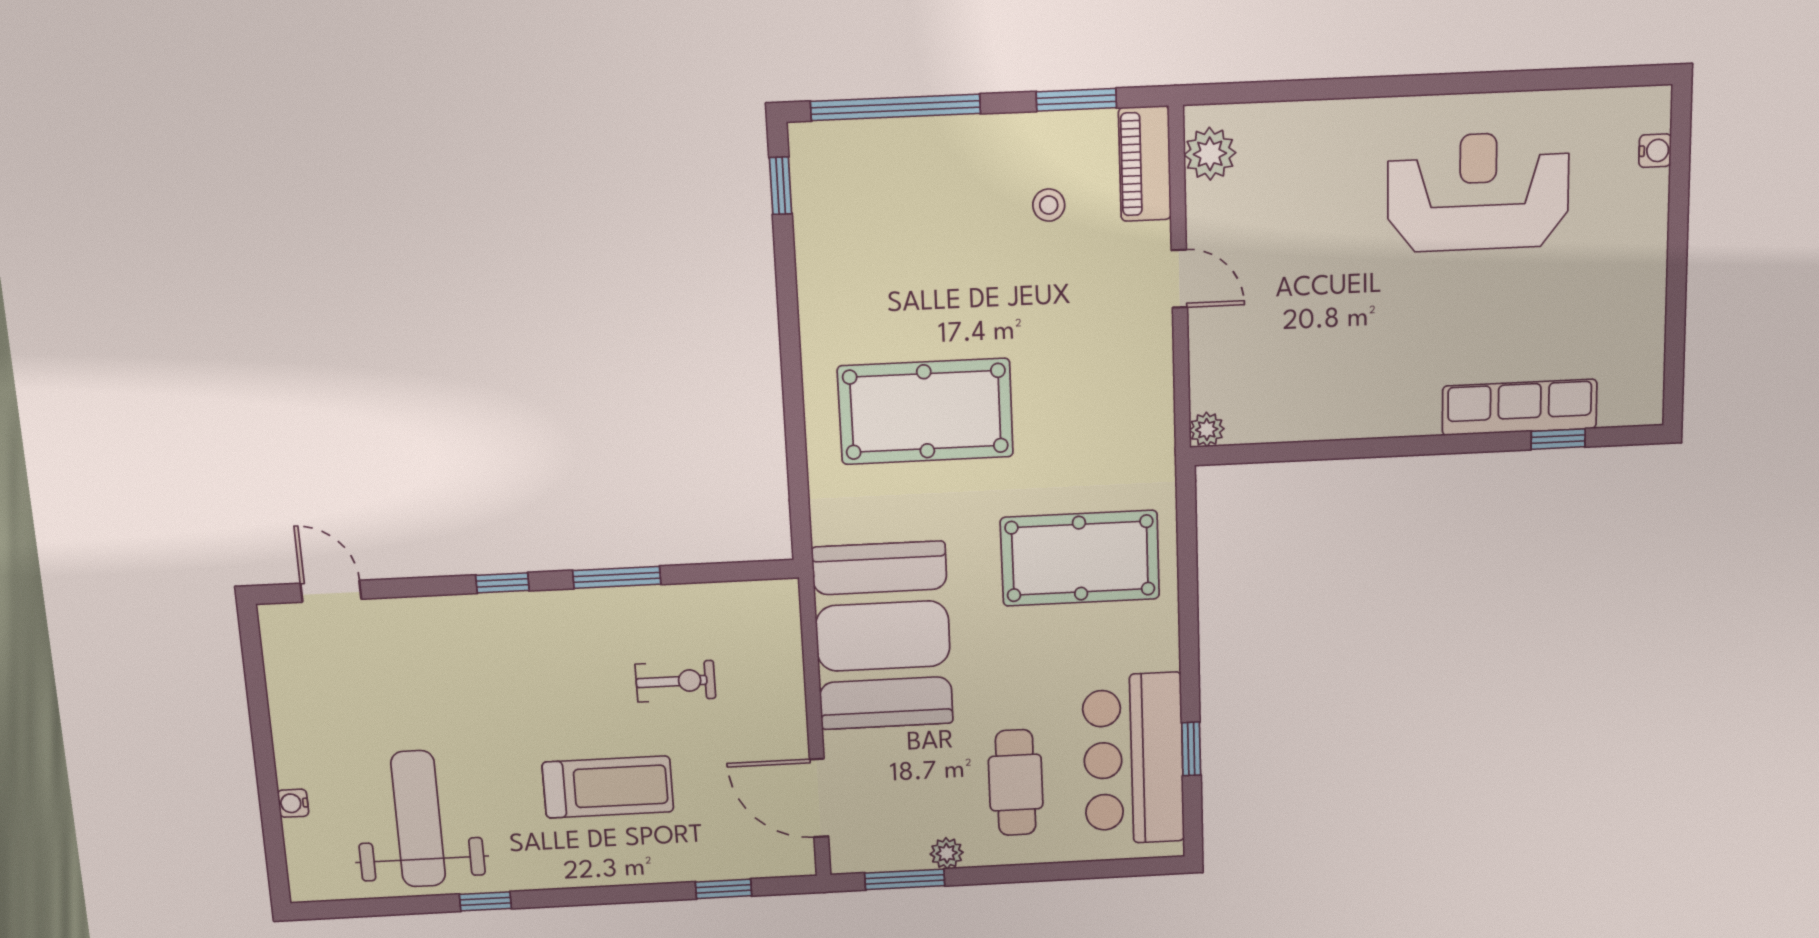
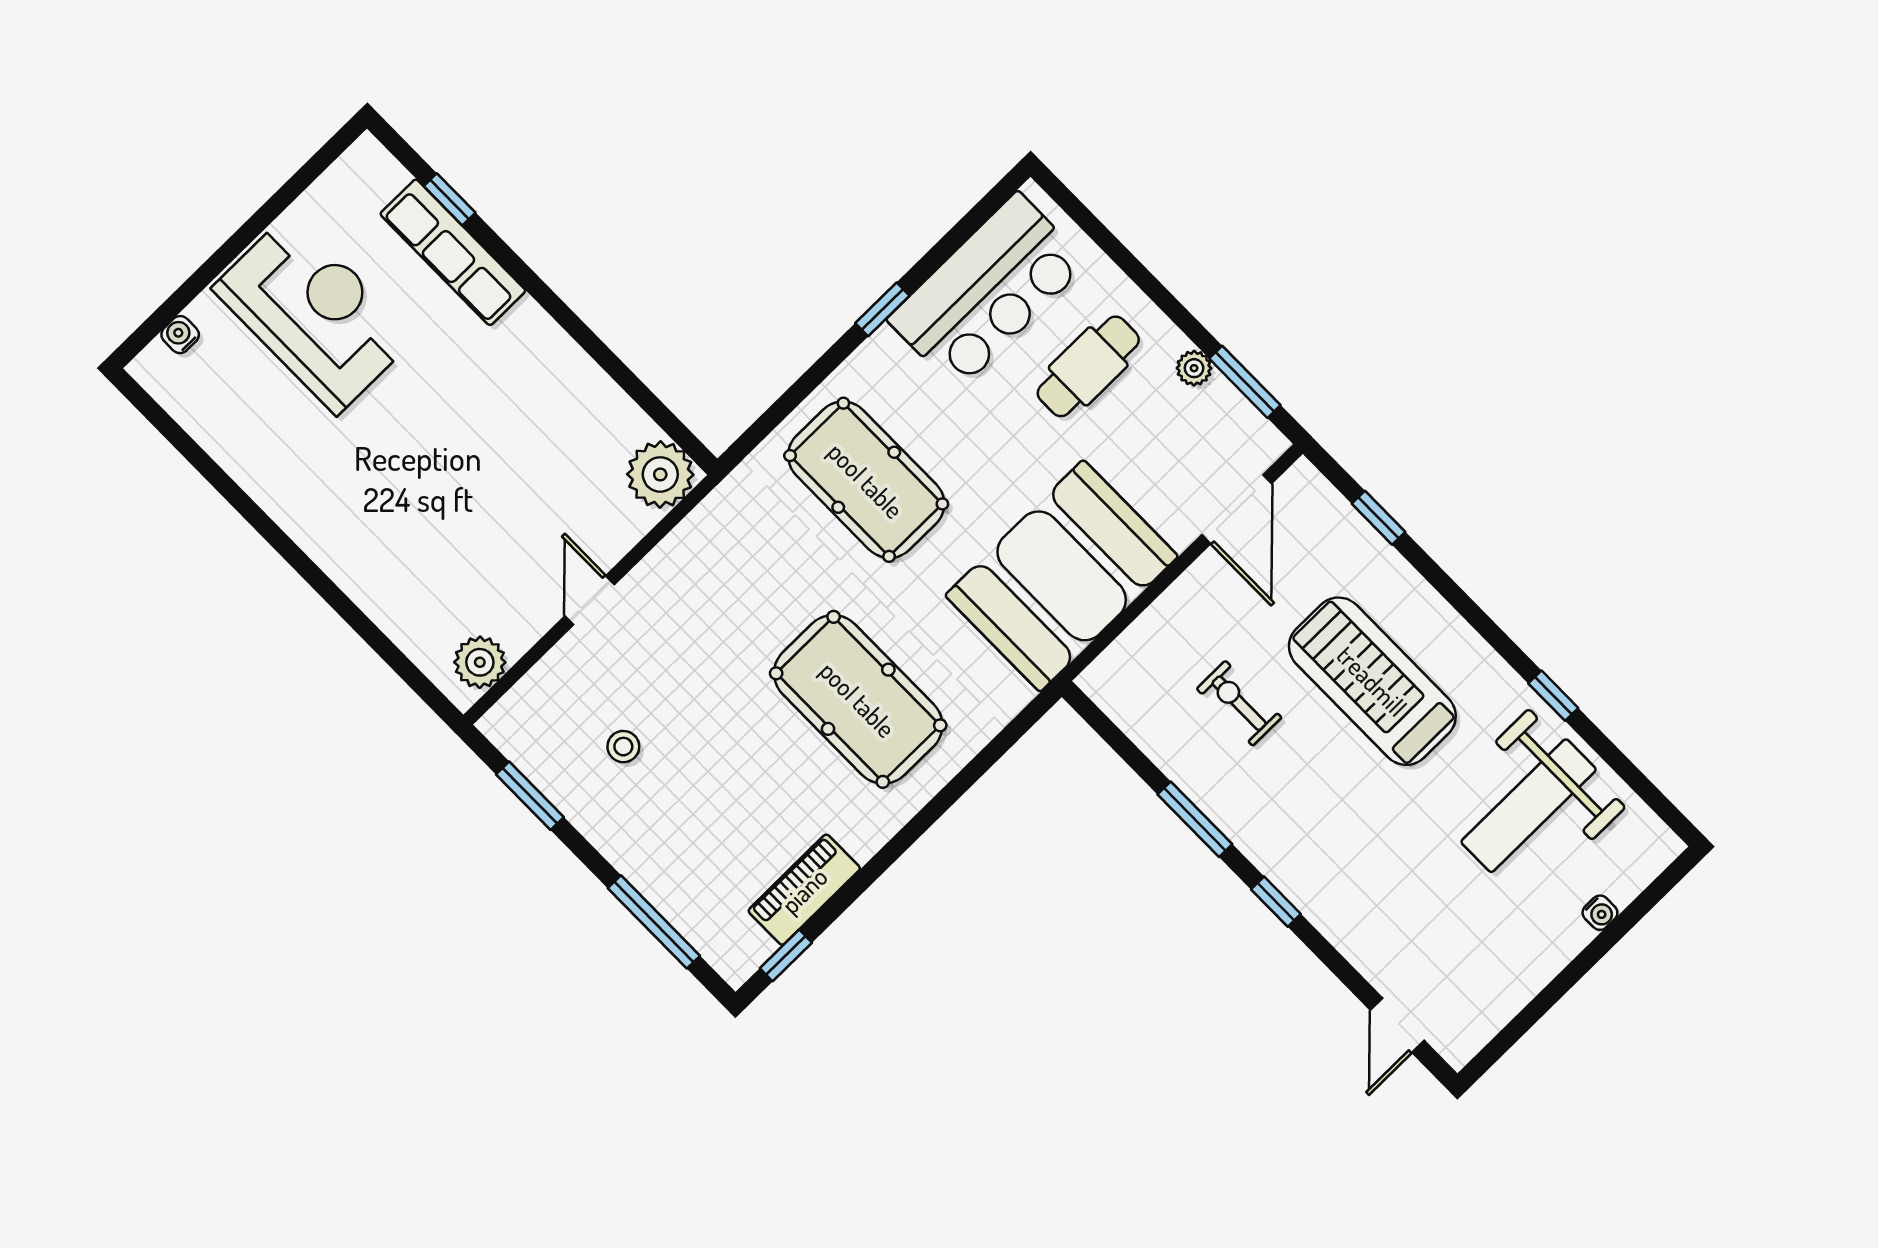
window: (896, 107) -> (654, 922), width x0.68
piano: (1145, 164) -> (804, 890), moved, turned 180
reception desk: (1478, 192) -> (314, 313), moved, turned 180
plant: (1207, 429) -> (660, 474), width x1.88, depth x1.88
window: (1191, 749) -> (882, 309), moved
treadmill: (608, 787) -> (1372, 681), width x1.37, depth x1.38

